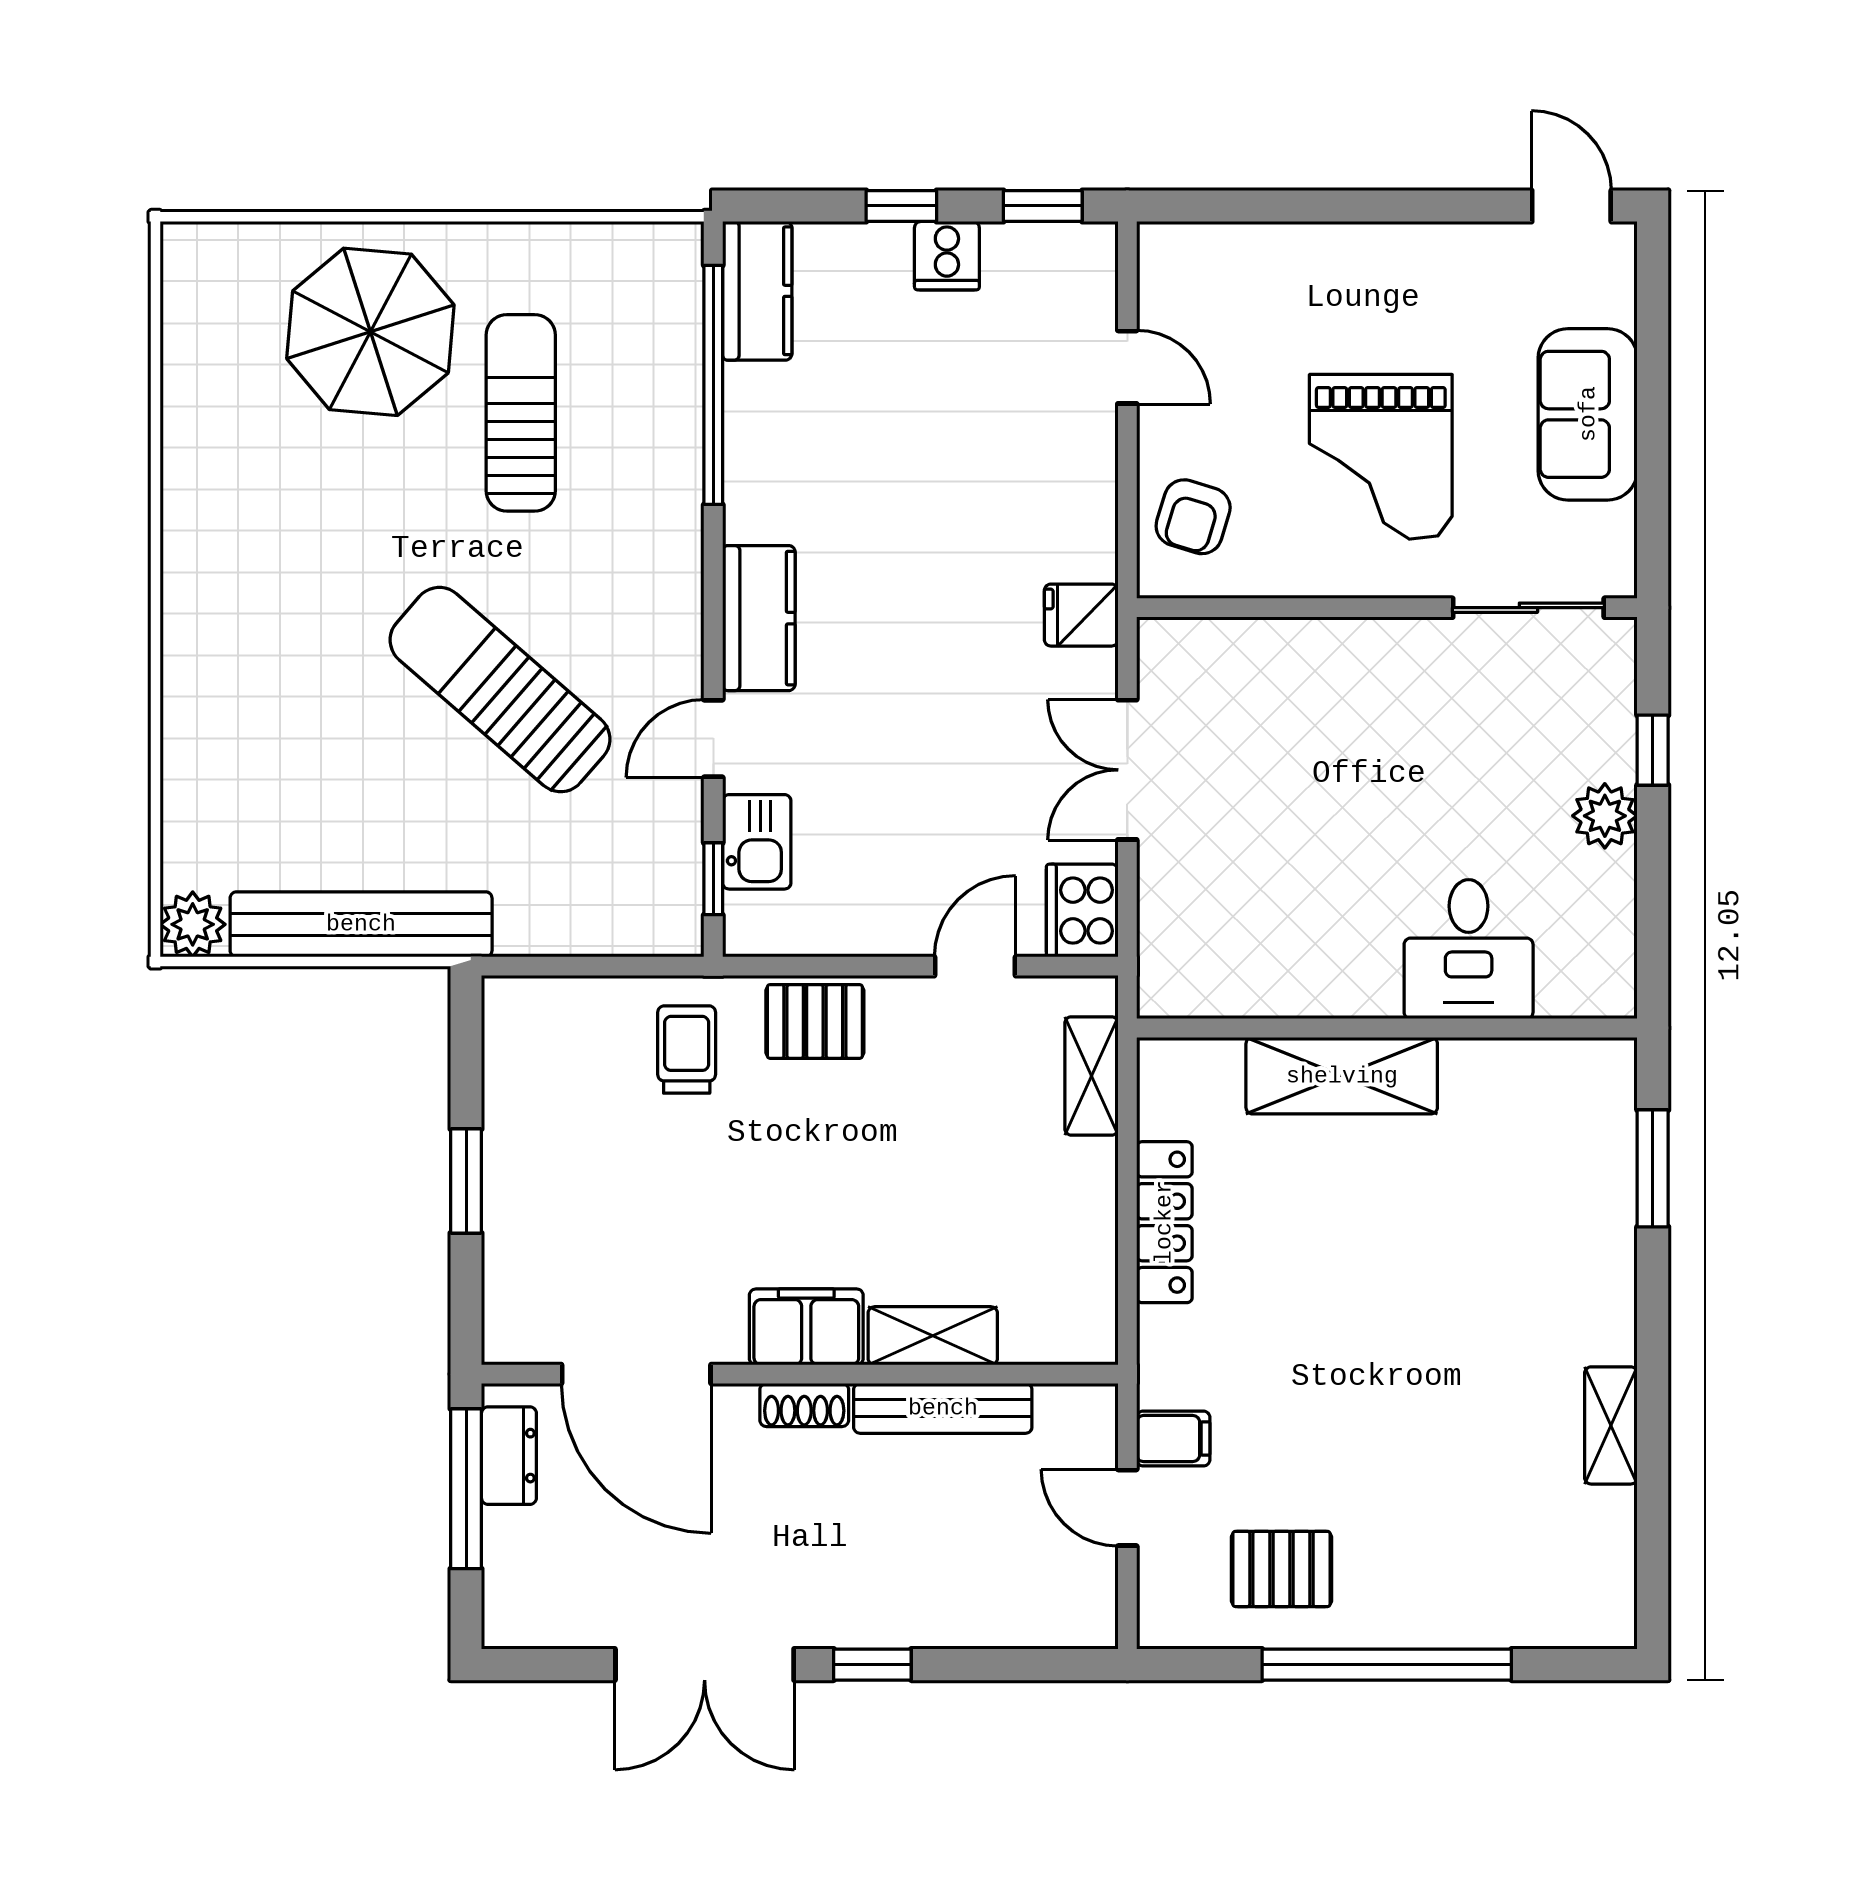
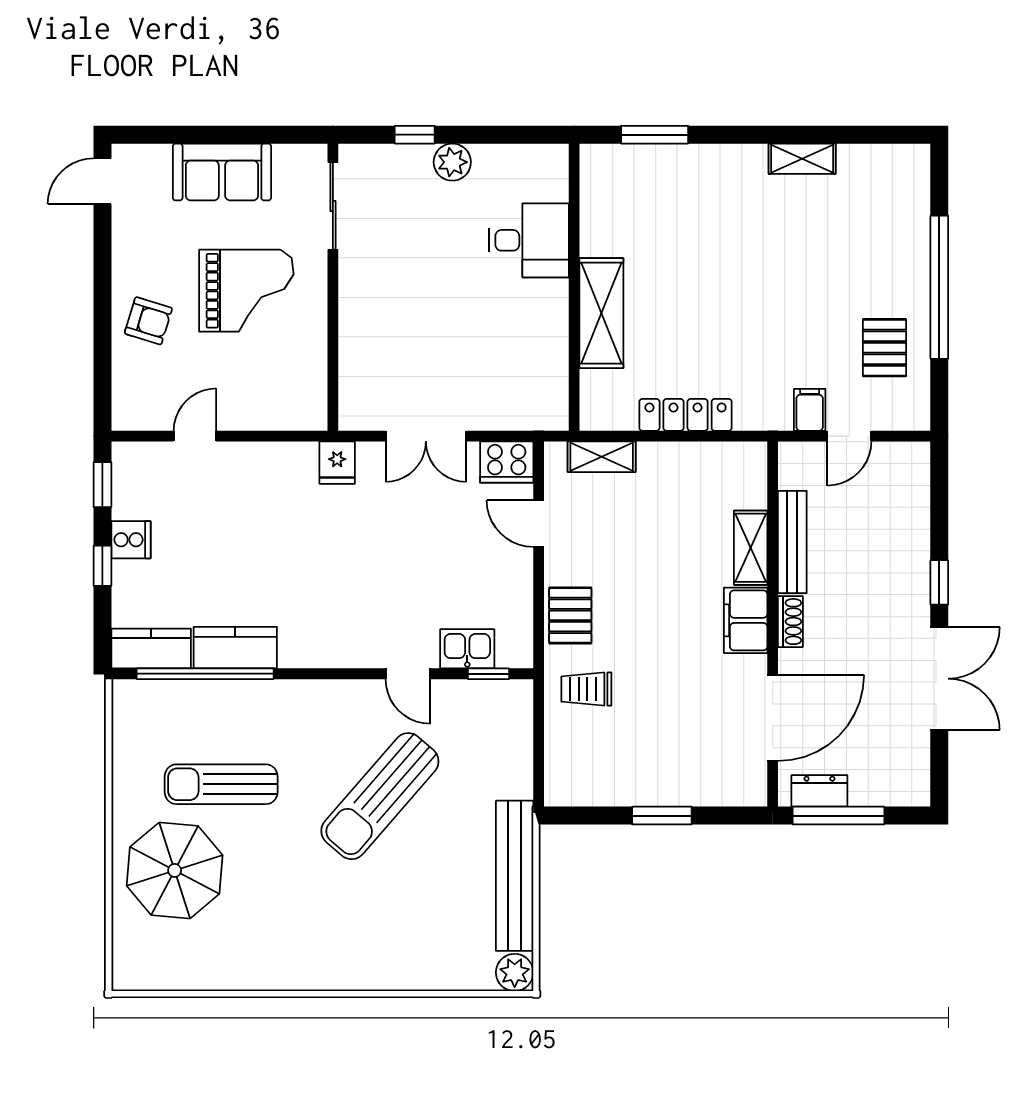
armchair: (1193, 517) -> (148, 321), moved
kitchen counter: (759, 618) -> (235, 648), moved

